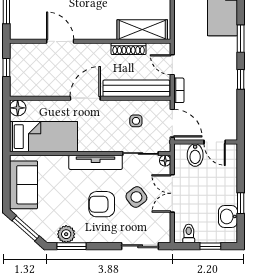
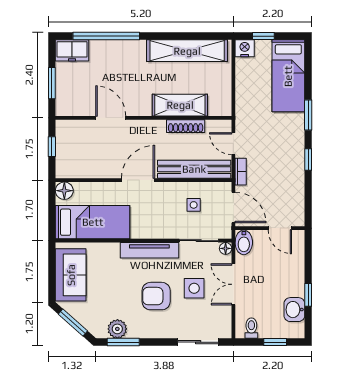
shelving: (142, 30) -> (180, 105), moved
bidet: (195, 155) -> (244, 242), moved
side table: (136, 197) -> (194, 288), turned 37

